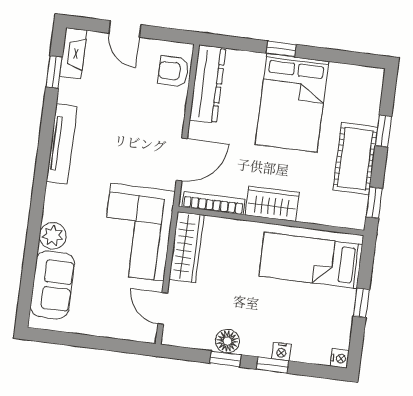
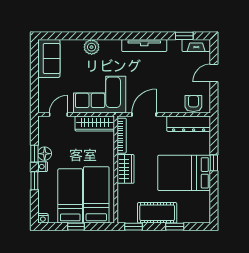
door: (182, 160) -> (144, 115), swing flipped
sofa: (52, 285) -> (49, 58), moved, turned -90
bed: (307, 306) -> (70, 196), added
nightstand: (281, 352) -> (43, 167), moved

